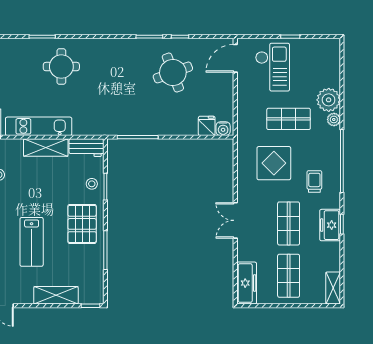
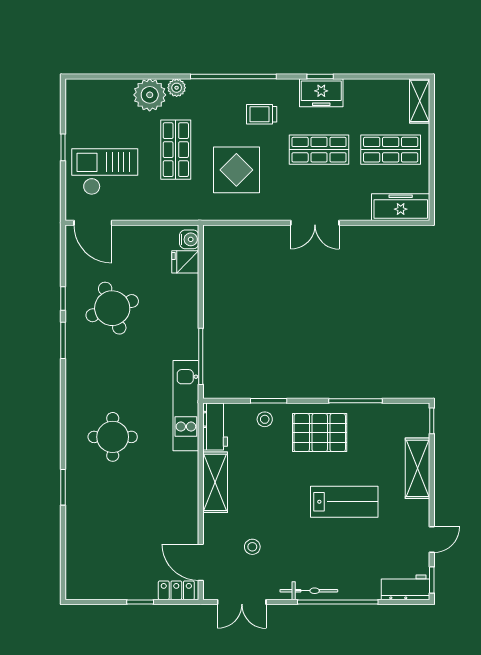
round table: (61, 67) -> (113, 437), moved
kitchen unit: (39, 126) -> (186, 406), moved
shelving: (333, 288) -> (420, 101), moved, turned 90

